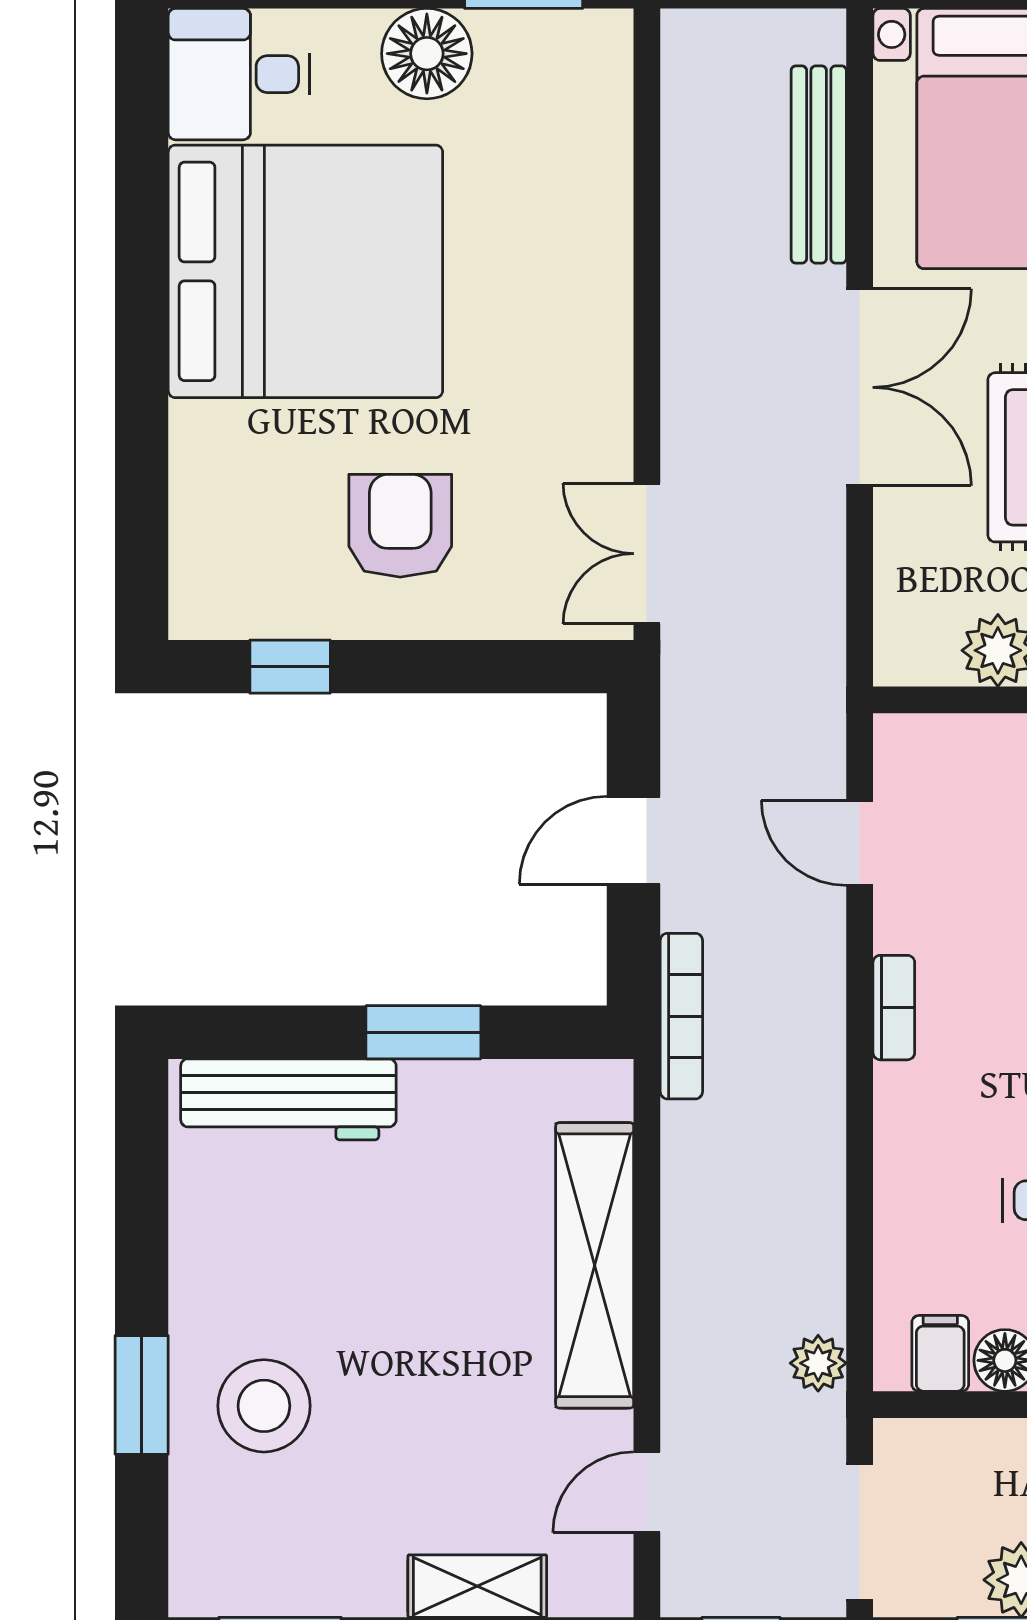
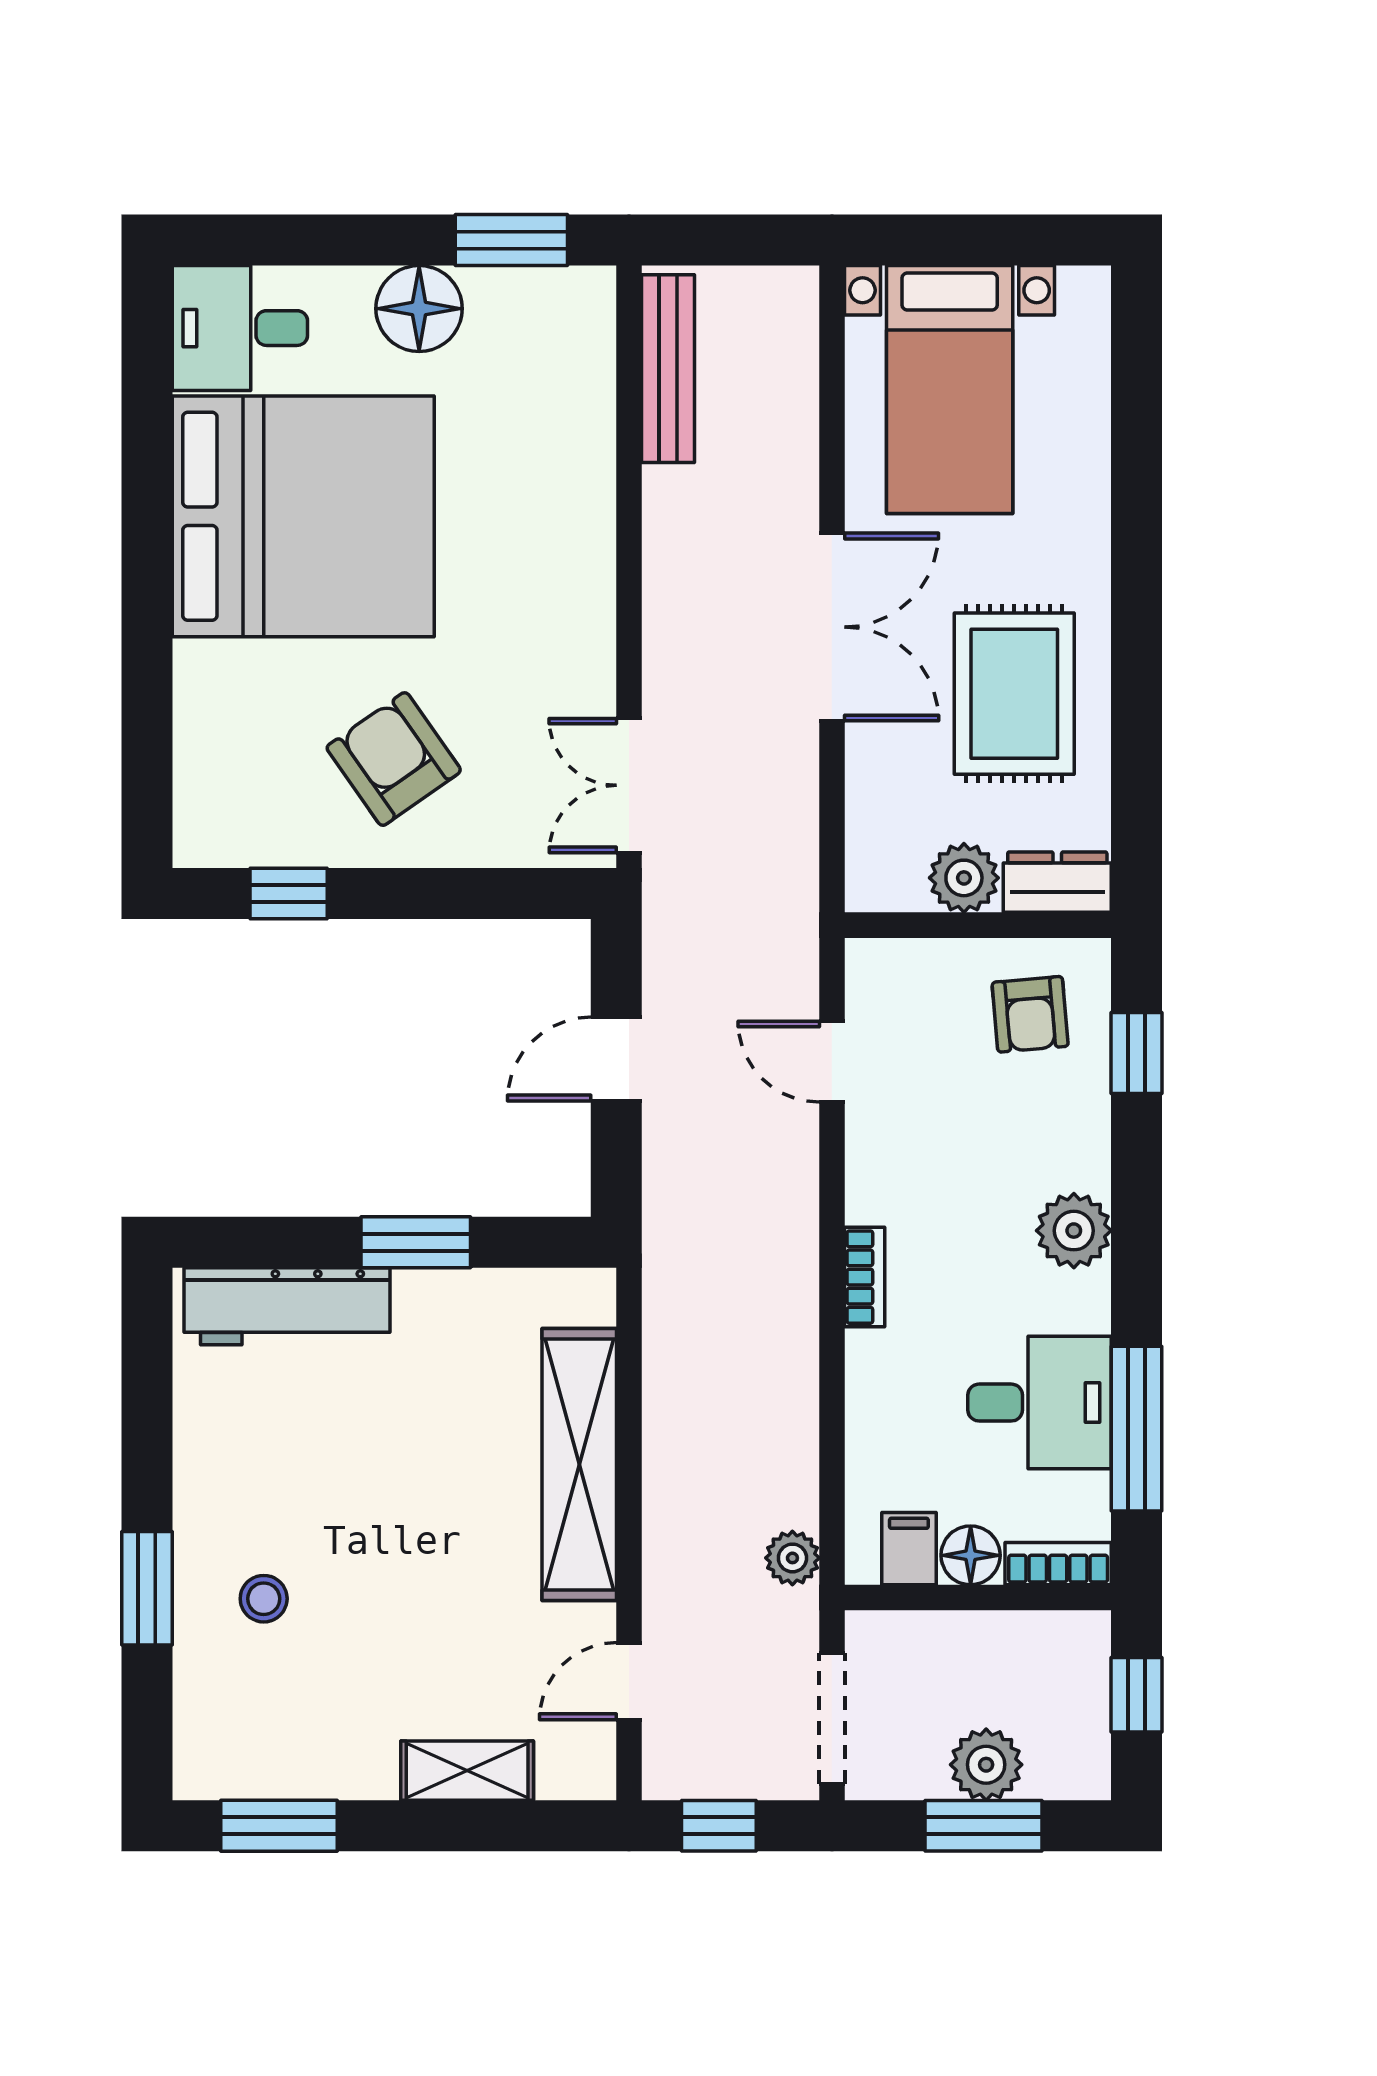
bench: (819, 165) -> (668, 369), moved
armchair: (400, 526) -> (394, 759), turned -35
bookcase: (894, 1008) -> (865, 1277), moved
bookcase: (681, 1016) -> (662, 1227), removed
stool: (264, 1406) -> (264, 1599), width x0.53, depth x0.53

